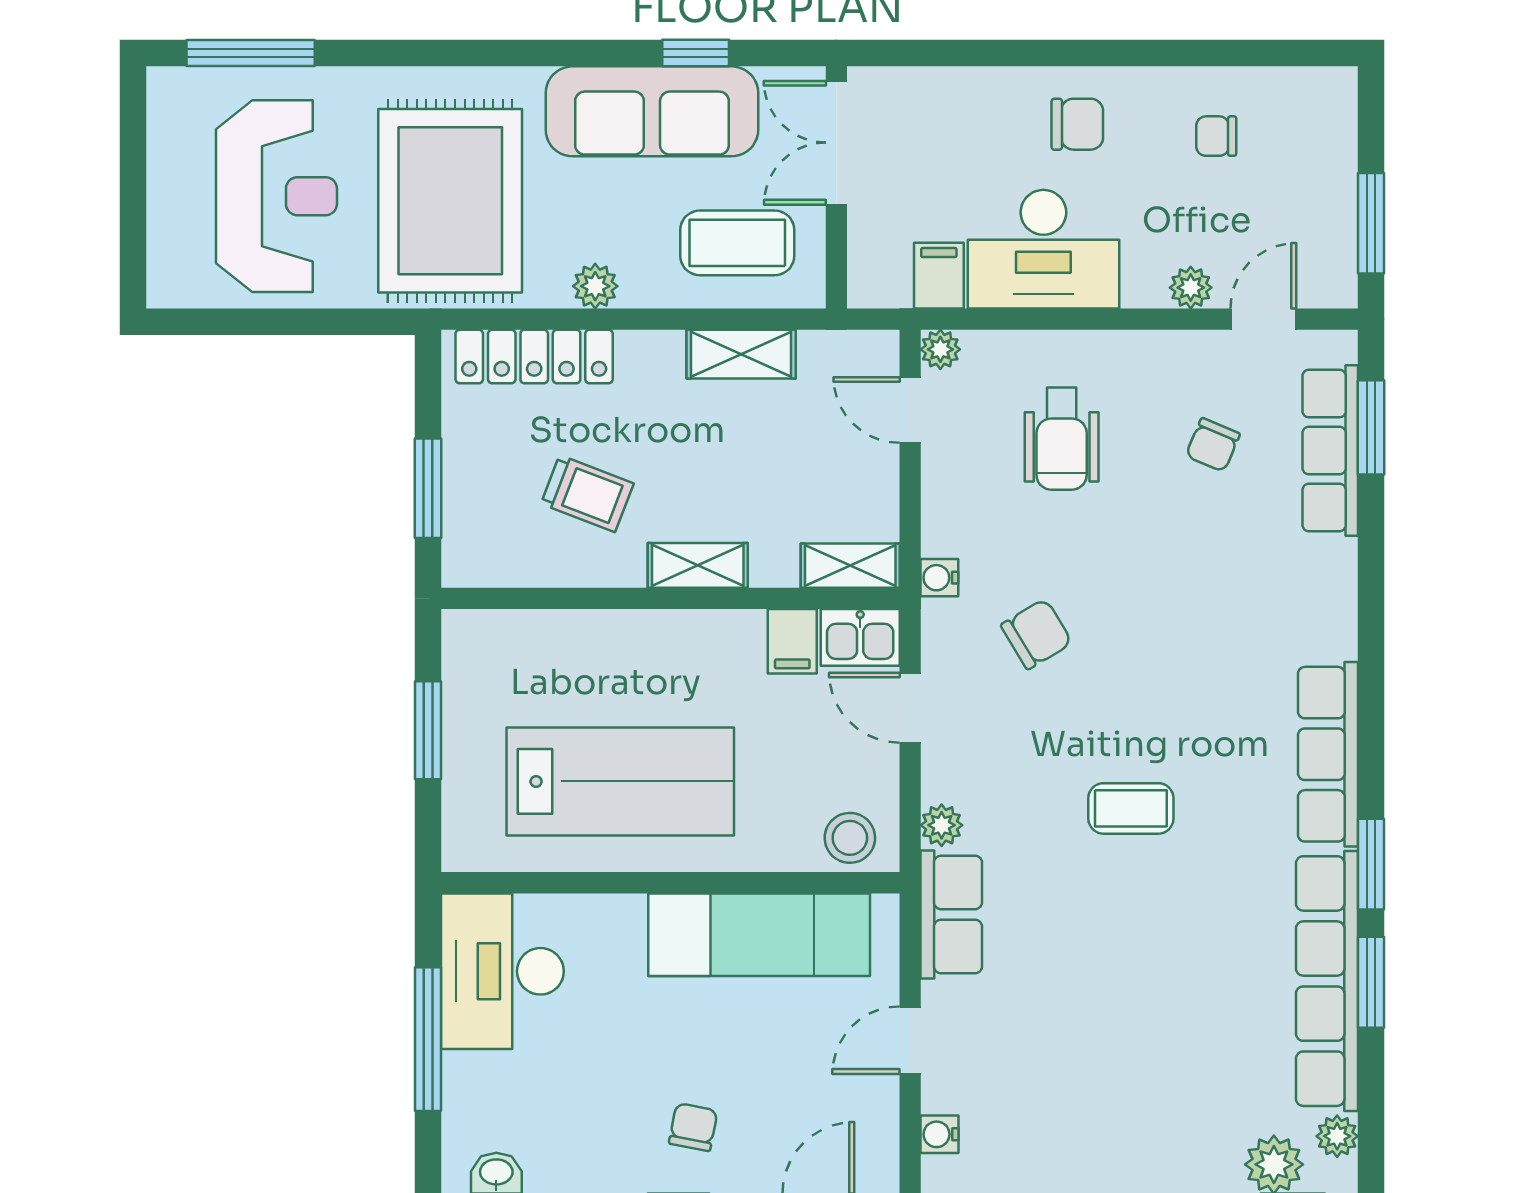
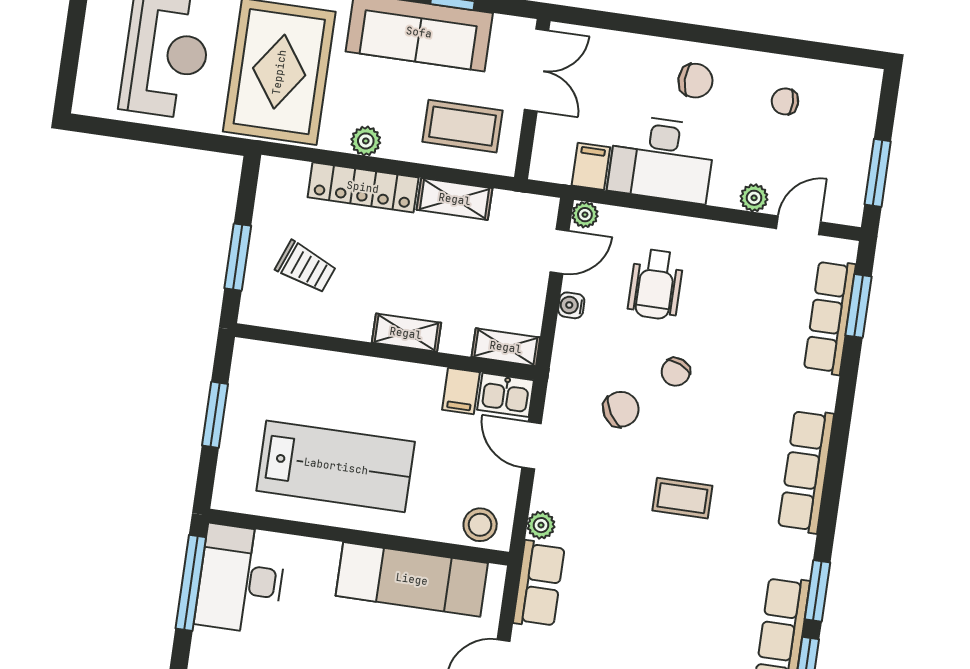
double door: (836, 143) -> (537, 70), swing flipped
locker: (534, 356) -> (363, 187), moved
door: (910, 410) -> (559, 251), swing flipped
chair: (1213, 445) -> (676, 372), moved
trolley: (587, 494) -> (306, 267), moved
water cooler: (939, 578) -> (571, 305), moved
row of seats: (1328, 754) -> (806, 471), moved
coffee table: (1131, 808) -> (682, 498), moved
window: (428, 1039) -> (191, 583), moved

